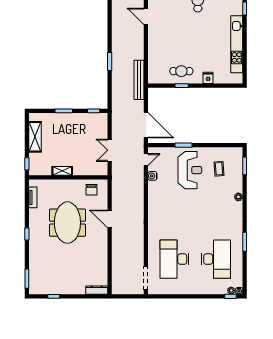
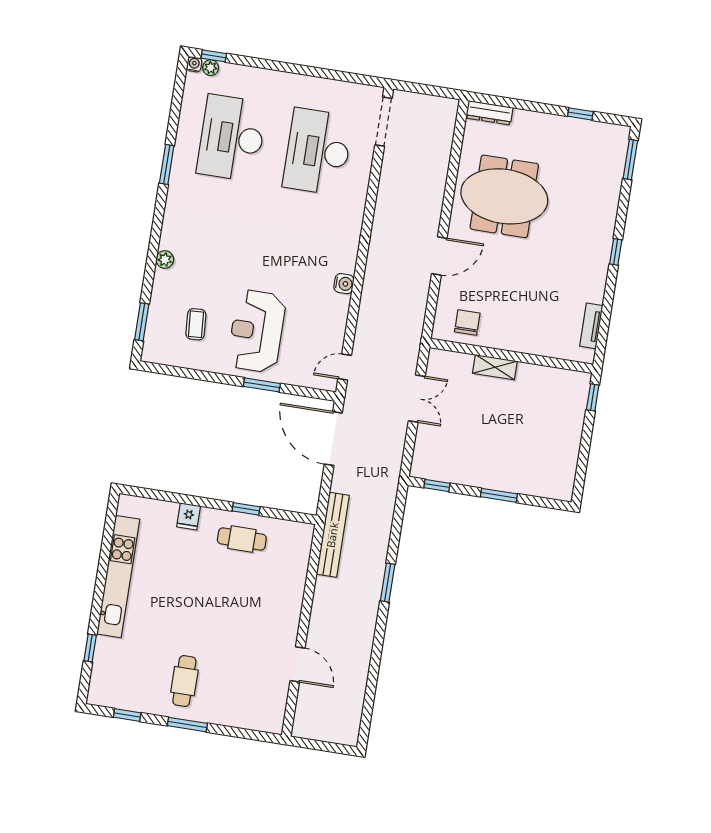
shelving: (35, 137) -> (567, 451), removed
shelving: (62, 171) -> (495, 367), moved
water cooler: (152, 176) -> (344, 284), moved
door: (110, 219) -> (439, 256), hinge flipped
meeting table: (67, 223) -> (504, 196), moved, turned 90
desk: (175, 259) -> (318, 152), turned 180

